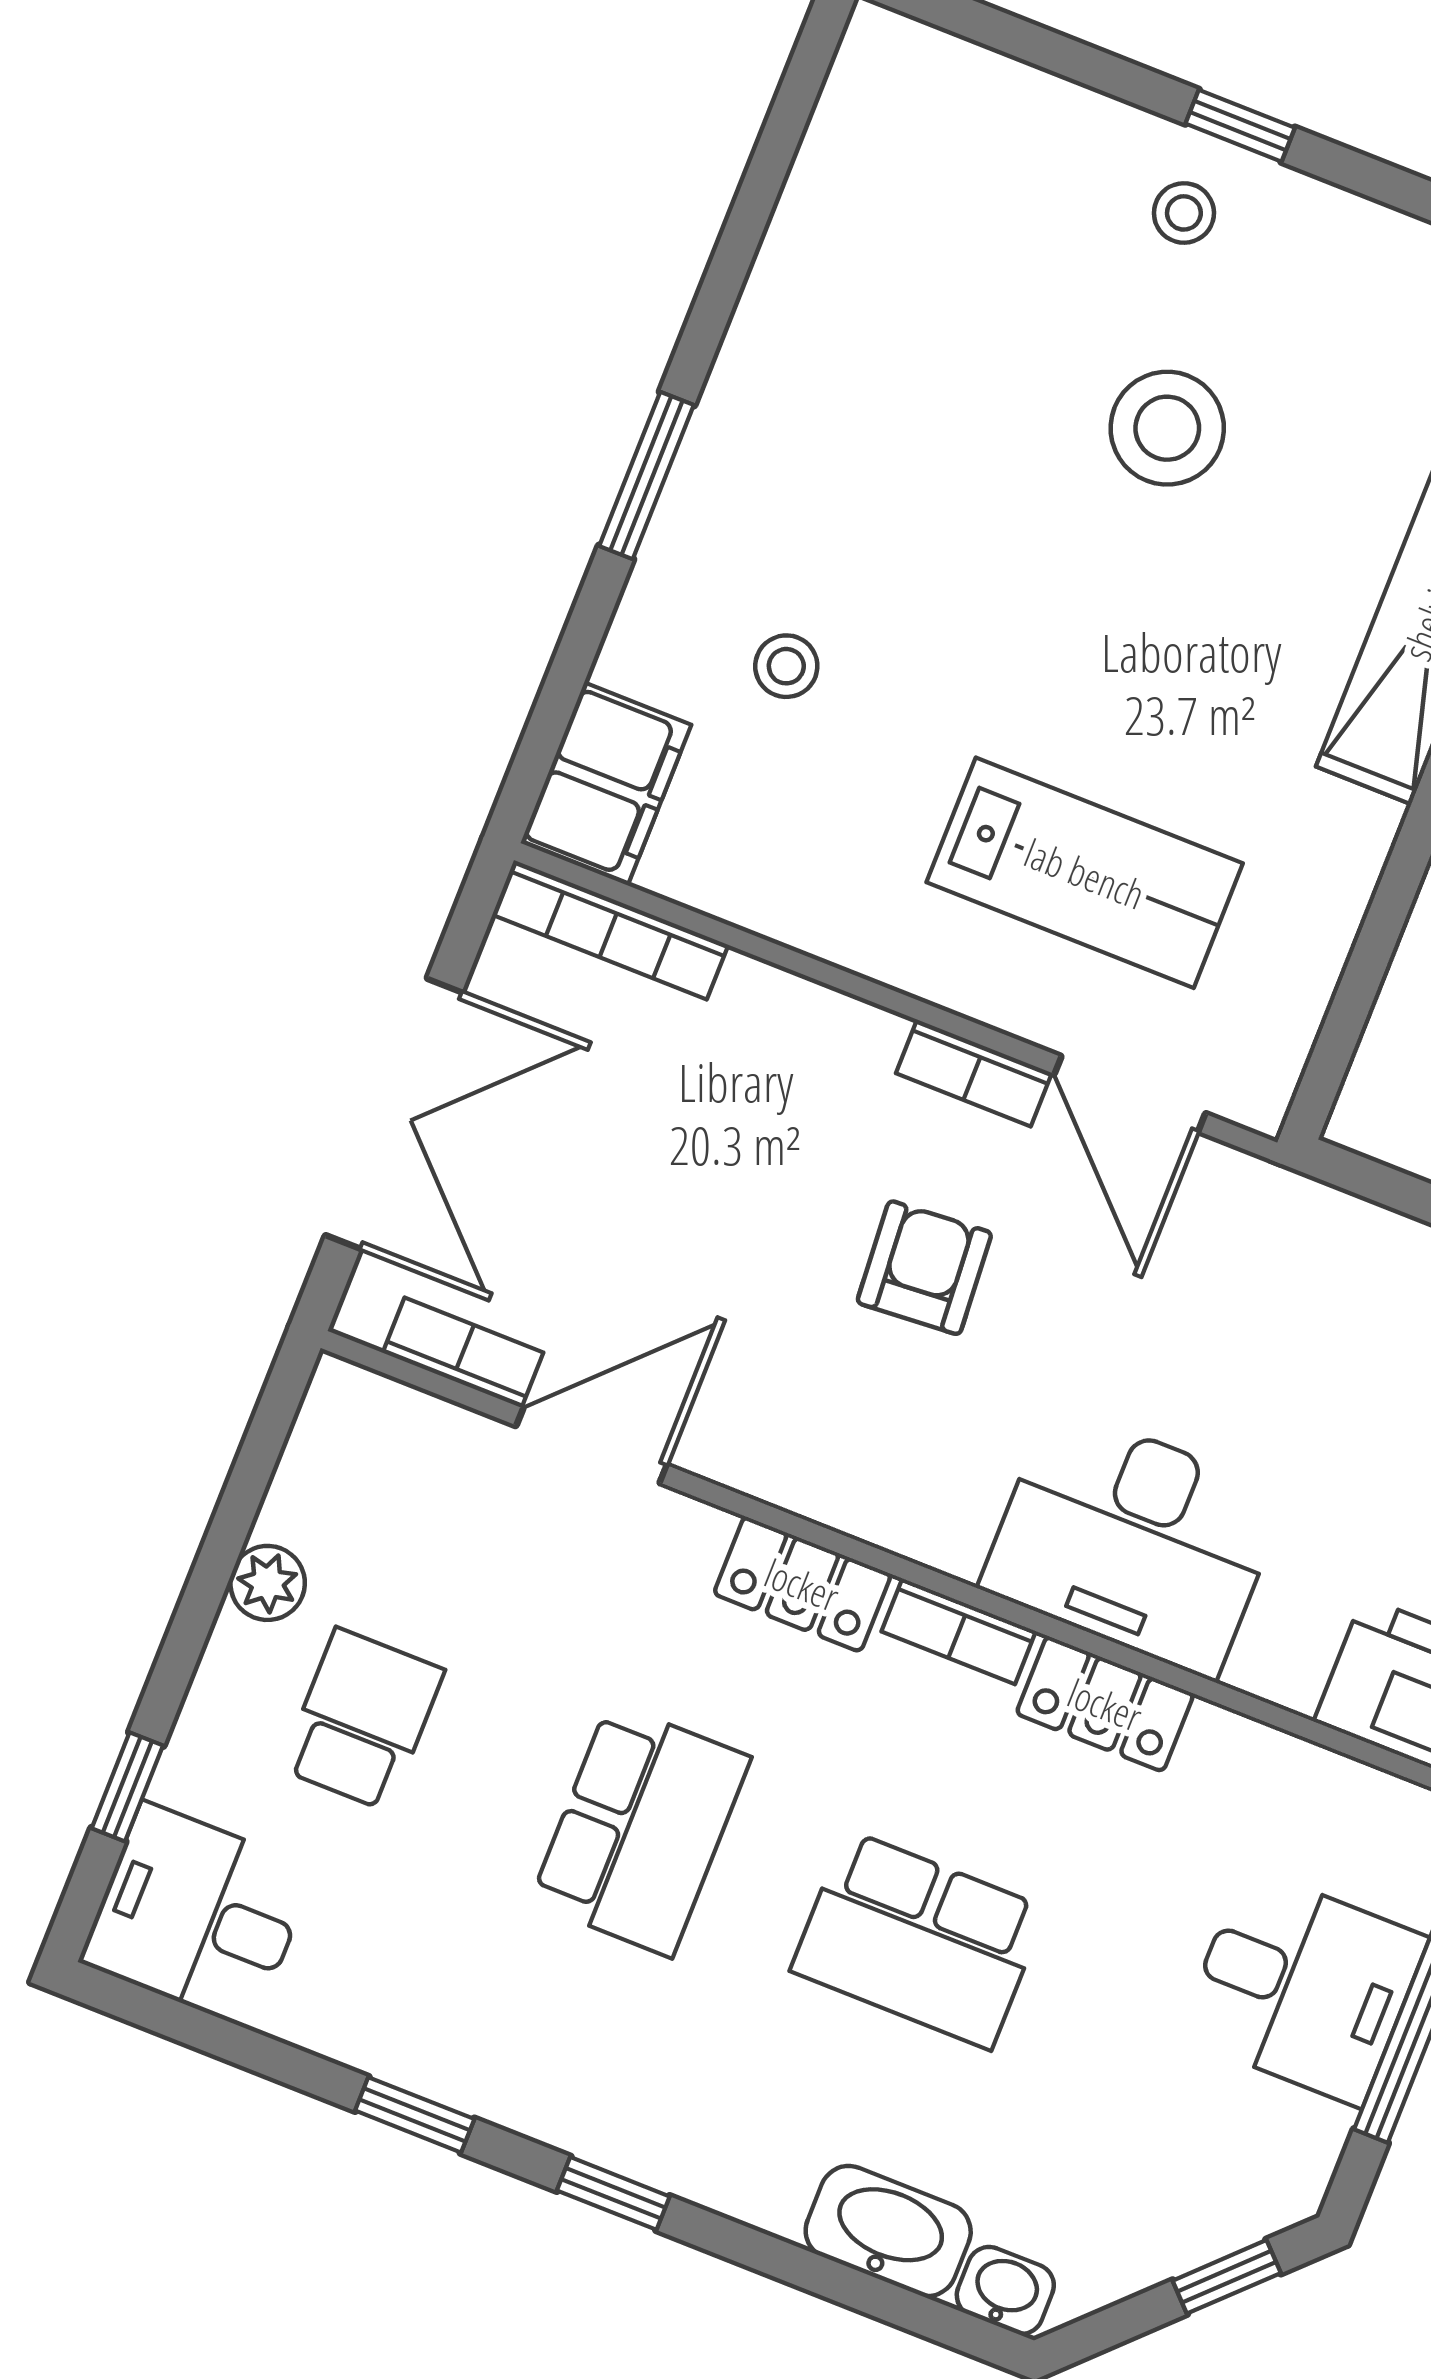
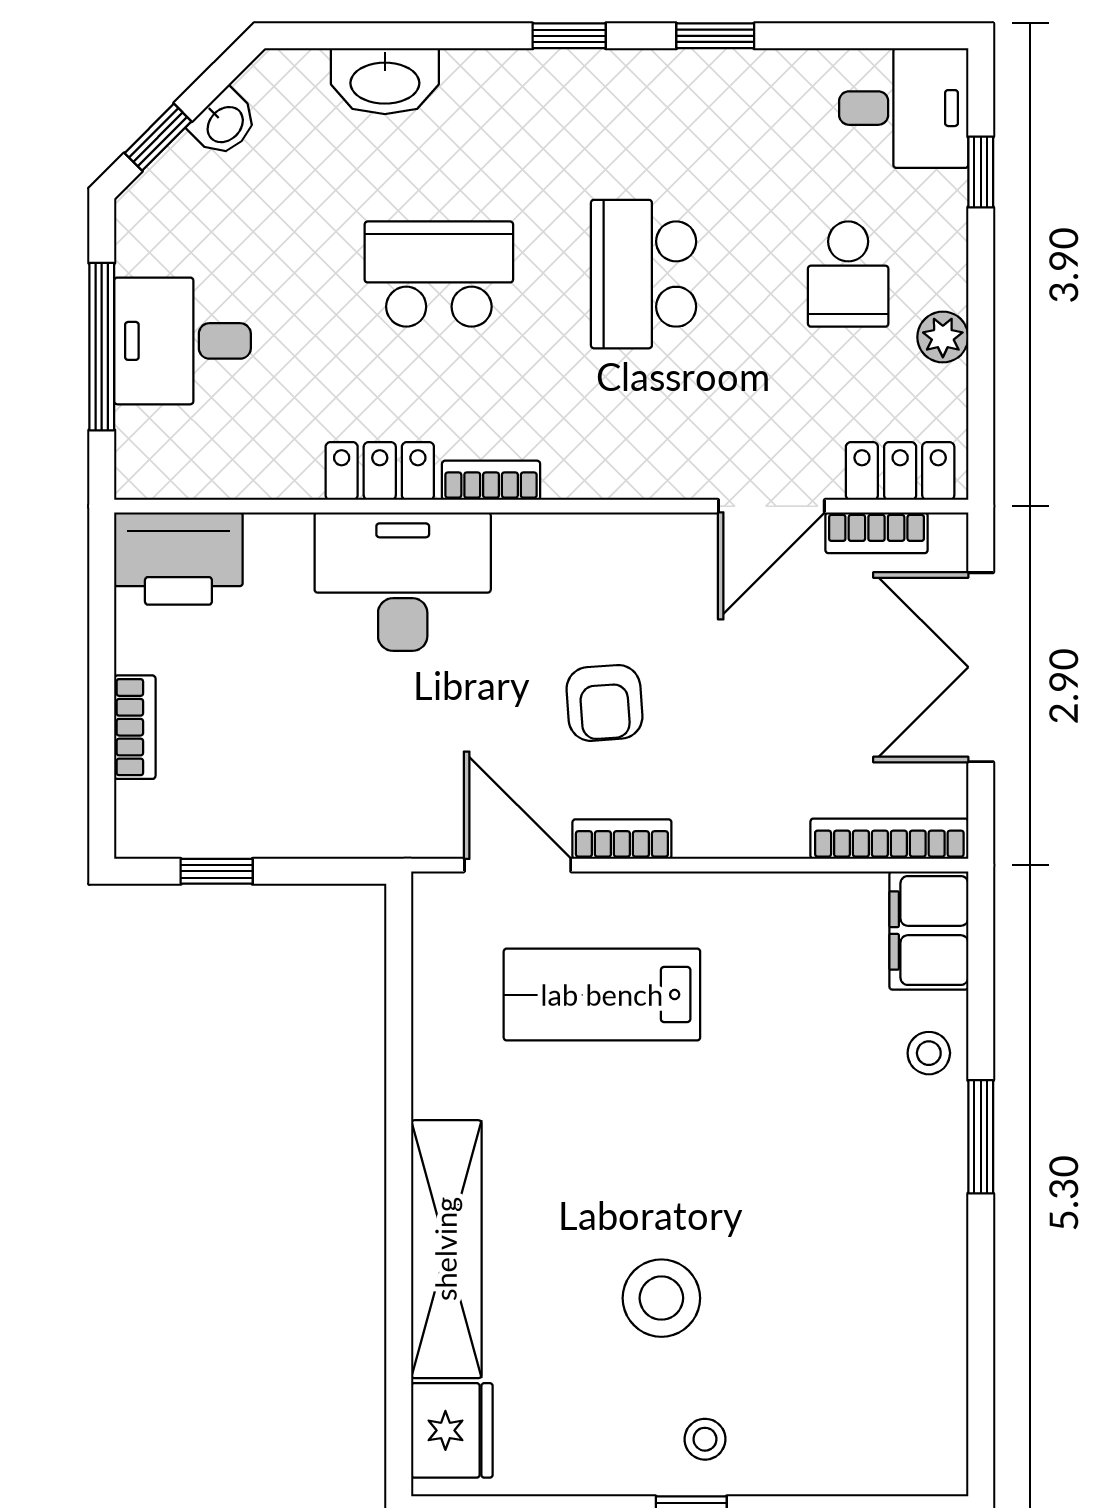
stool: (786, 666) -> (929, 1053), moved
locker: (802, 1584) -> (900, 471), moved
washbasin: (1005, 2290) -> (224, 124), moved, turned -45

